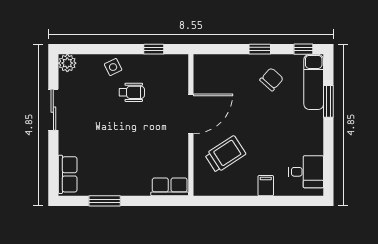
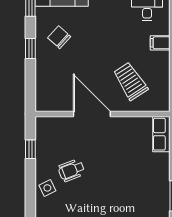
wheelchair: (132, 92) -> (71, 170), turned -111

